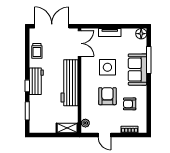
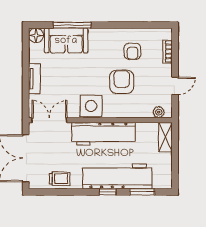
side table: (107, 67) -> (91, 106), moved
sofa: (138, 70) -> (66, 41), moved
workbench: (36, 81) -> (117, 176), width x1.88, depth x1.32
armchair: (107, 96) -> (122, 82), turned 90

